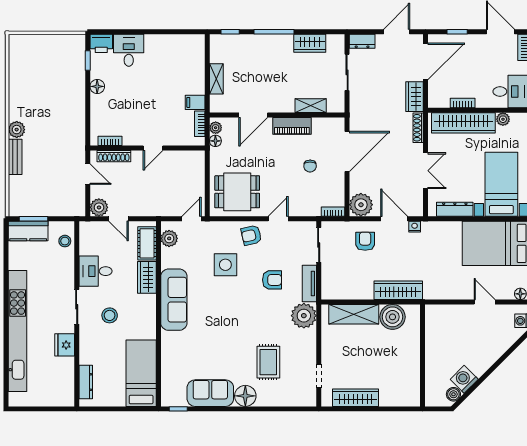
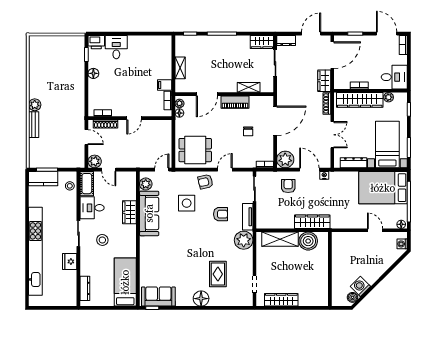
wardrobe: (310, 43) -> (262, 42), moved
cot: (147, 243) -> (87, 184), moved
sofa: (174, 300) -> (149, 213), moved
sofa: (210, 393) -> (158, 297), moved

